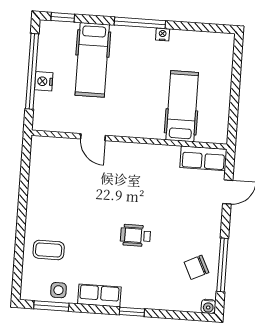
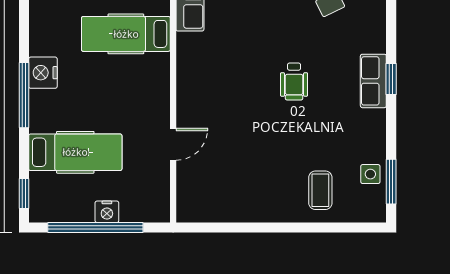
nightstand: (163, 35) -> (43, 73), width x1.89, depth x1.79
row of seats: (99, 295) -> (373, 81), moved

